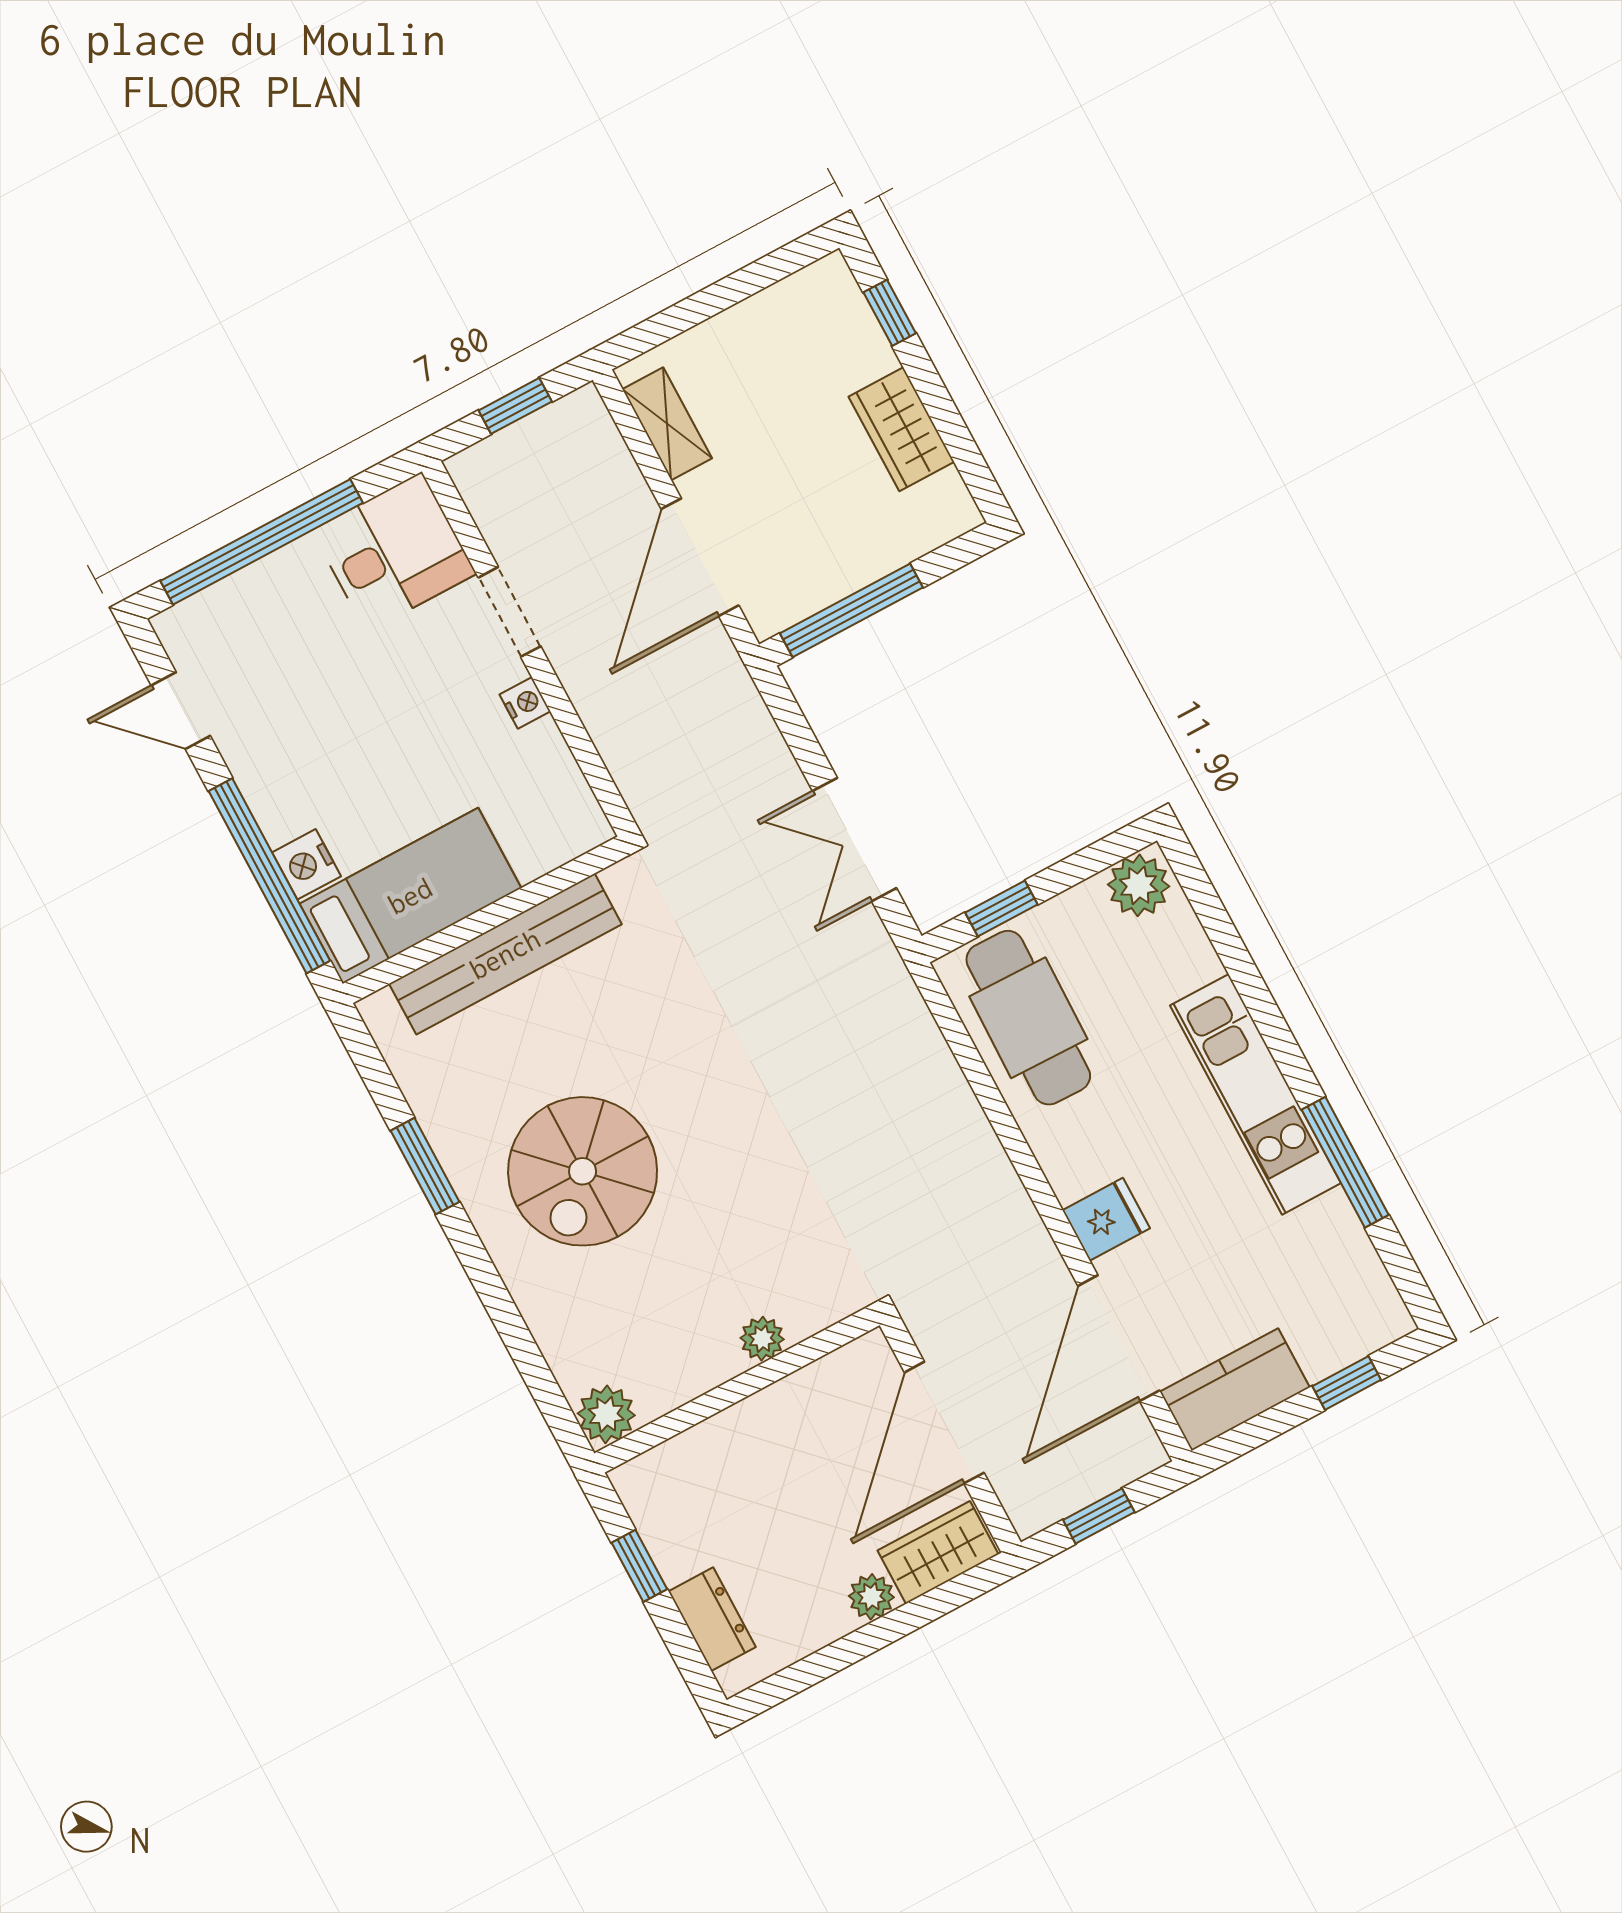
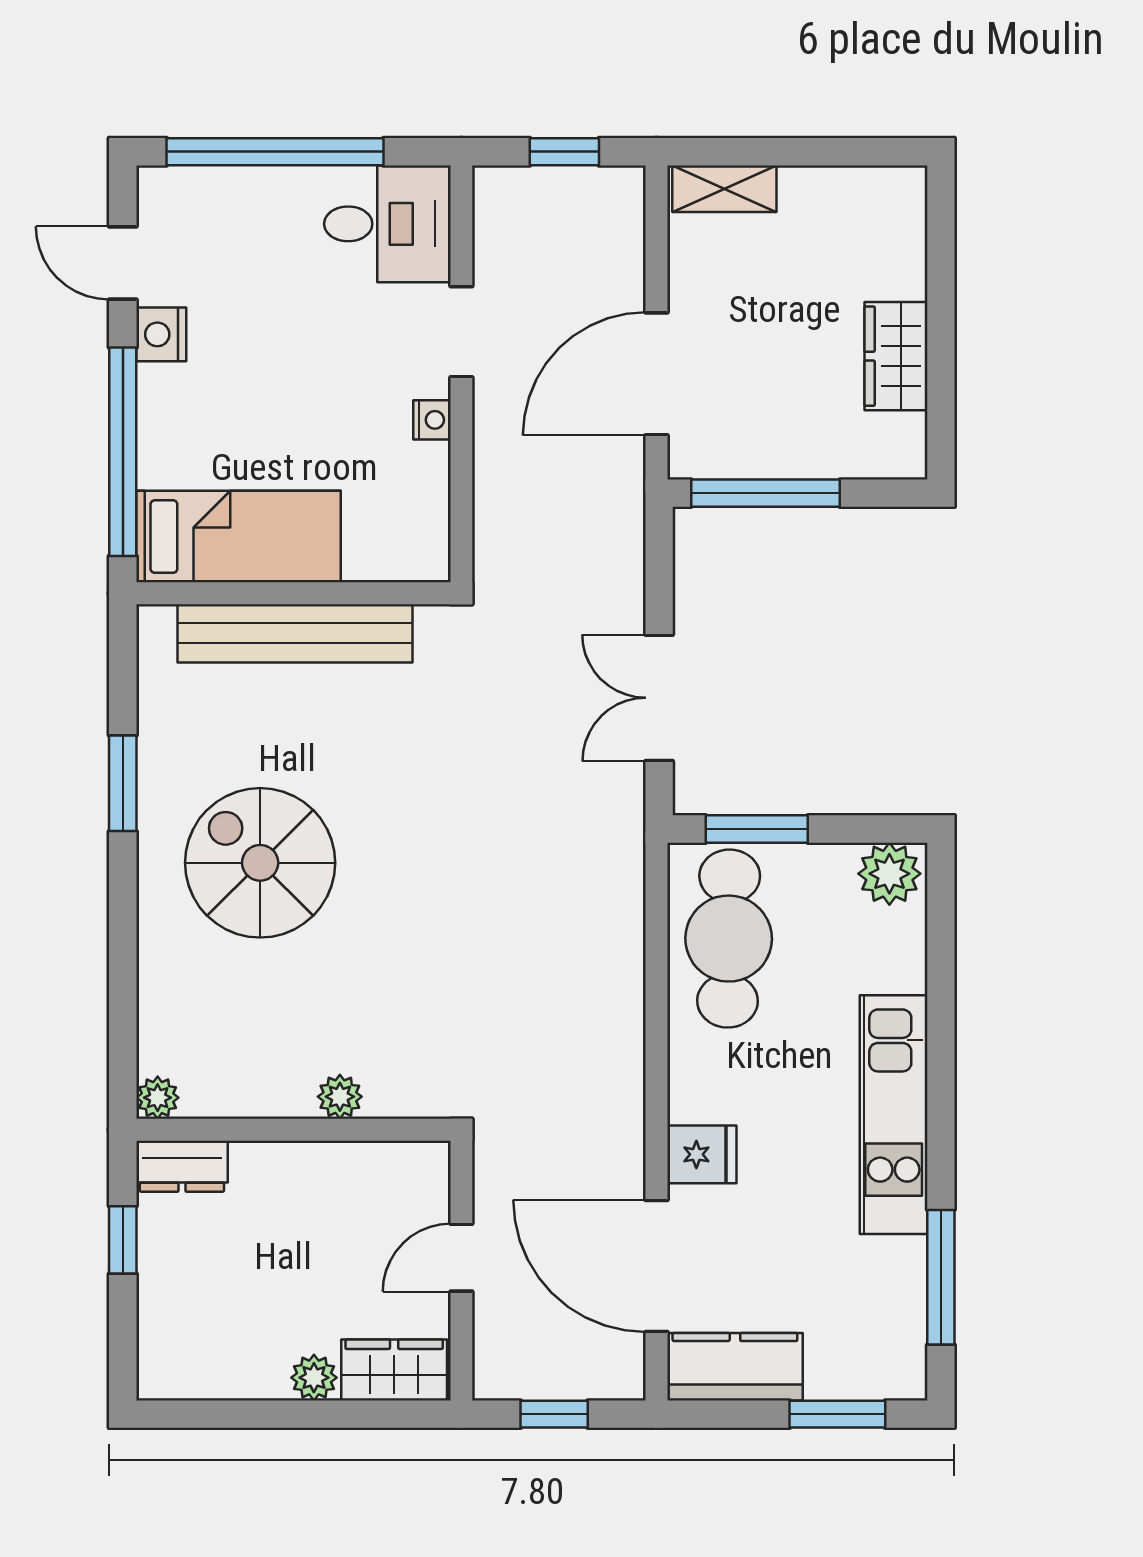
window: (890, 313) -> (941, 247), removed
shelving: (667, 424) -> (724, 189), moved, turned 90
nightstand: (307, 864) -> (161, 334), moved
window: (1001, 909) -> (757, 829), width x1.50
window: (1345, 1162) -> (941, 1277), moved
spiral stairs: (583, 1171) -> (260, 863), turned 90
door: (1119, 1338) -> (656, 1266), hinge flipped
window: (1347, 1383) -> (837, 1414), width x1.50
plant: (606, 1414) -> (158, 1098), width x0.73, depth x0.73
door: (944, 1423) -> (461, 1258), width x0.53
dresser: (712, 1619) -> (182, 1166), moved, turned 90

